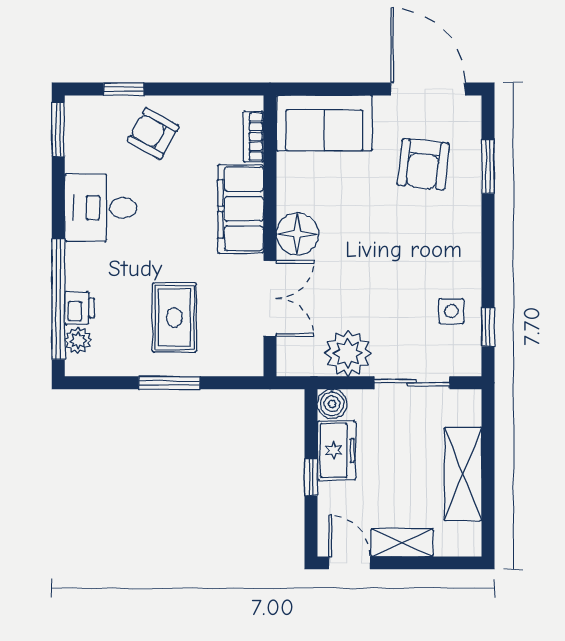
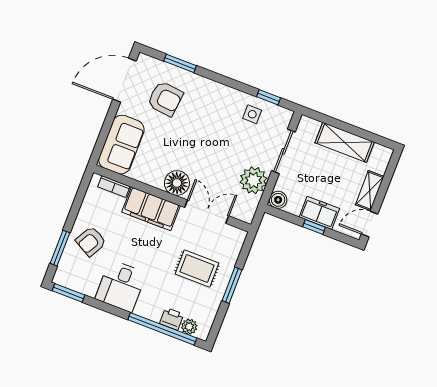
window: (124, 89) -> (60, 248), width x1.50
freezer: (336, 450) -> (319, 213), moved

